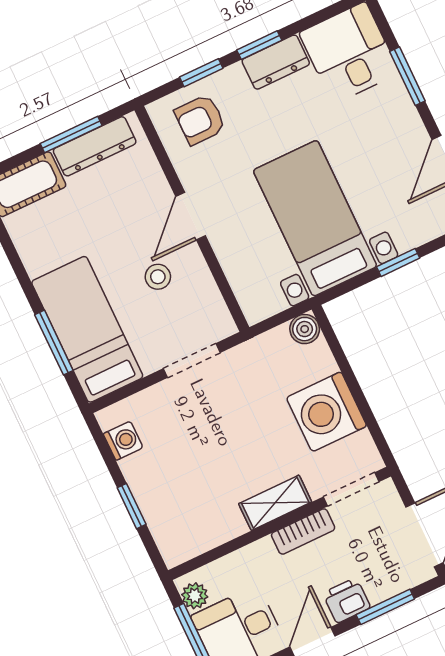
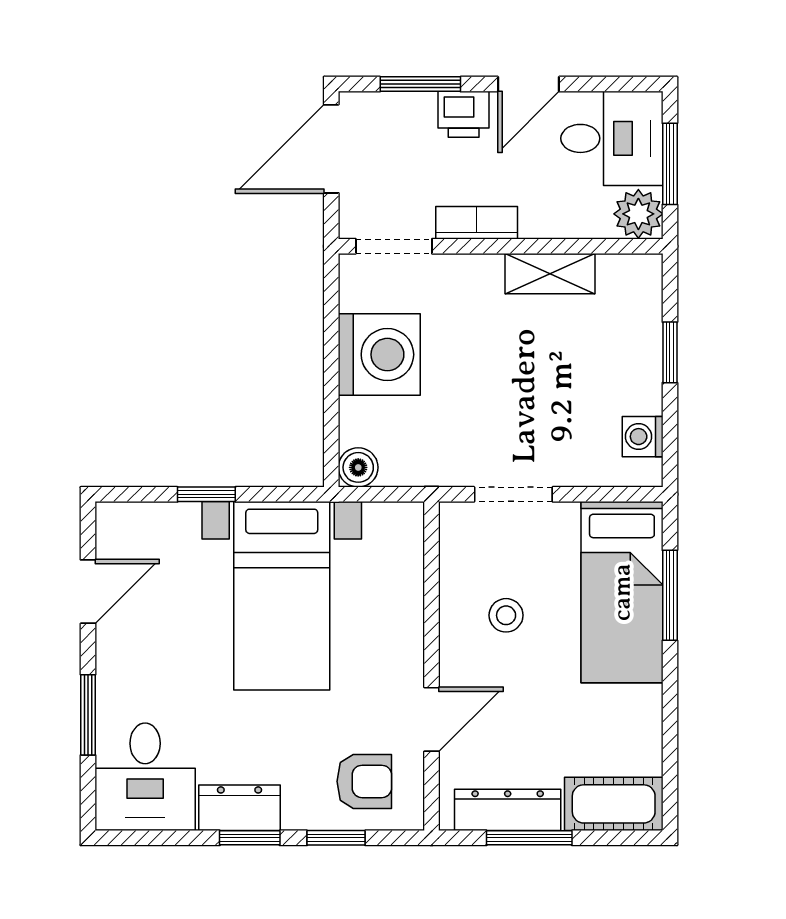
door: (191, 216) -> (431, 719), moved
shelving: (275, 503) -> (550, 274), moved
plant: (195, 596) -> (638, 214), width x1.38, depth x1.38

